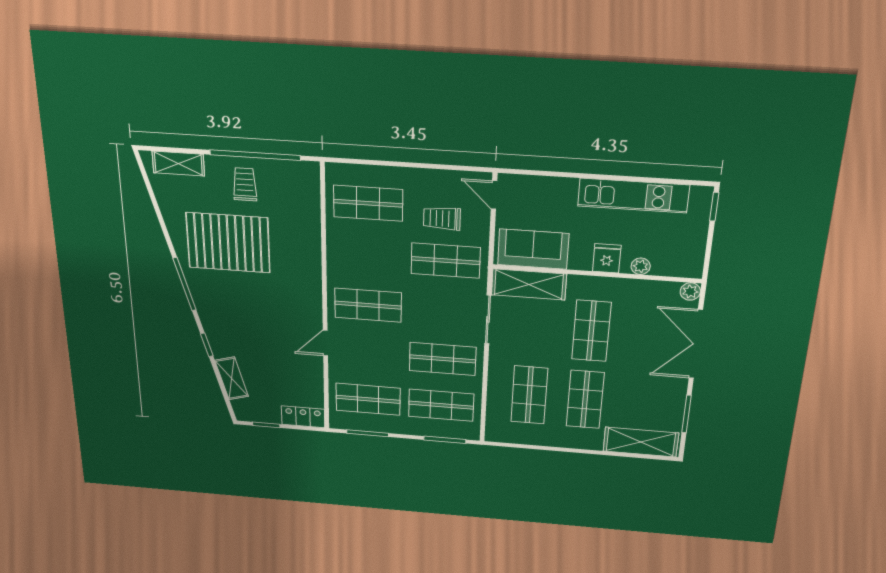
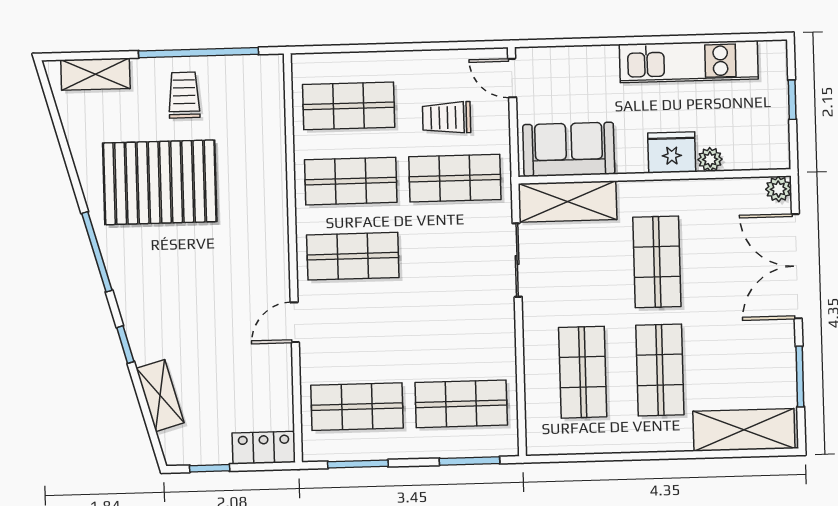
window: (714, 207) -> (792, 100), moved
fridge: (607, 258) -> (672, 152), width x1.38
shop shelf: (443, 359) -> (351, 181), moved

